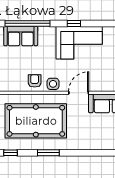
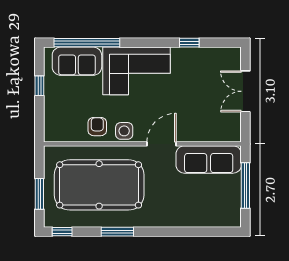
window: (74, 23) -> (189, 43), moved
corner sofa: (79, 43) -> (136, 71), moved

